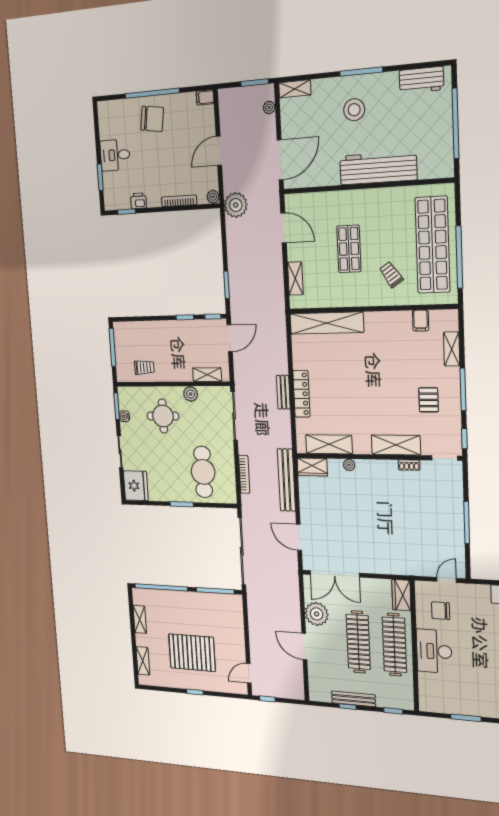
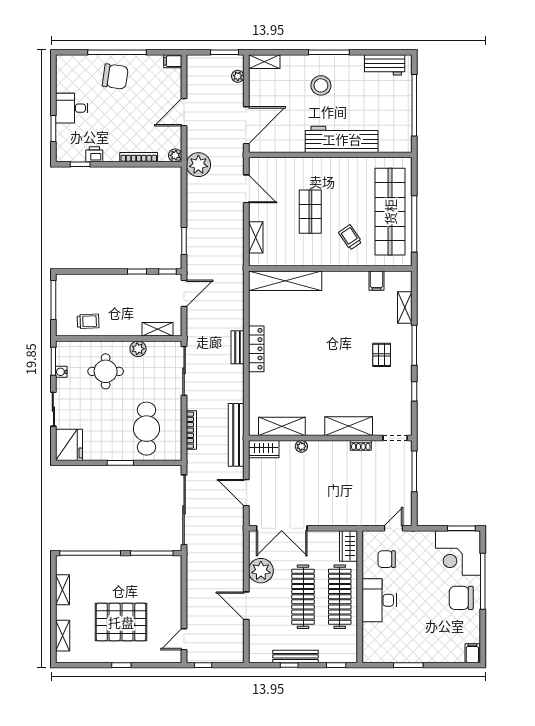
shelving: (329, 444) -> (282, 426), moved
shelving: (396, 445) -> (349, 426), moved
wall: (378, 457) -> (330, 438), moved
doorway: (445, 458) -> (395, 438), moved
plant: (349, 465) -> (301, 446), moved
shoe rack: (409, 465) -> (361, 445), moved
wardrobe: (312, 467) -> (264, 449), moved

